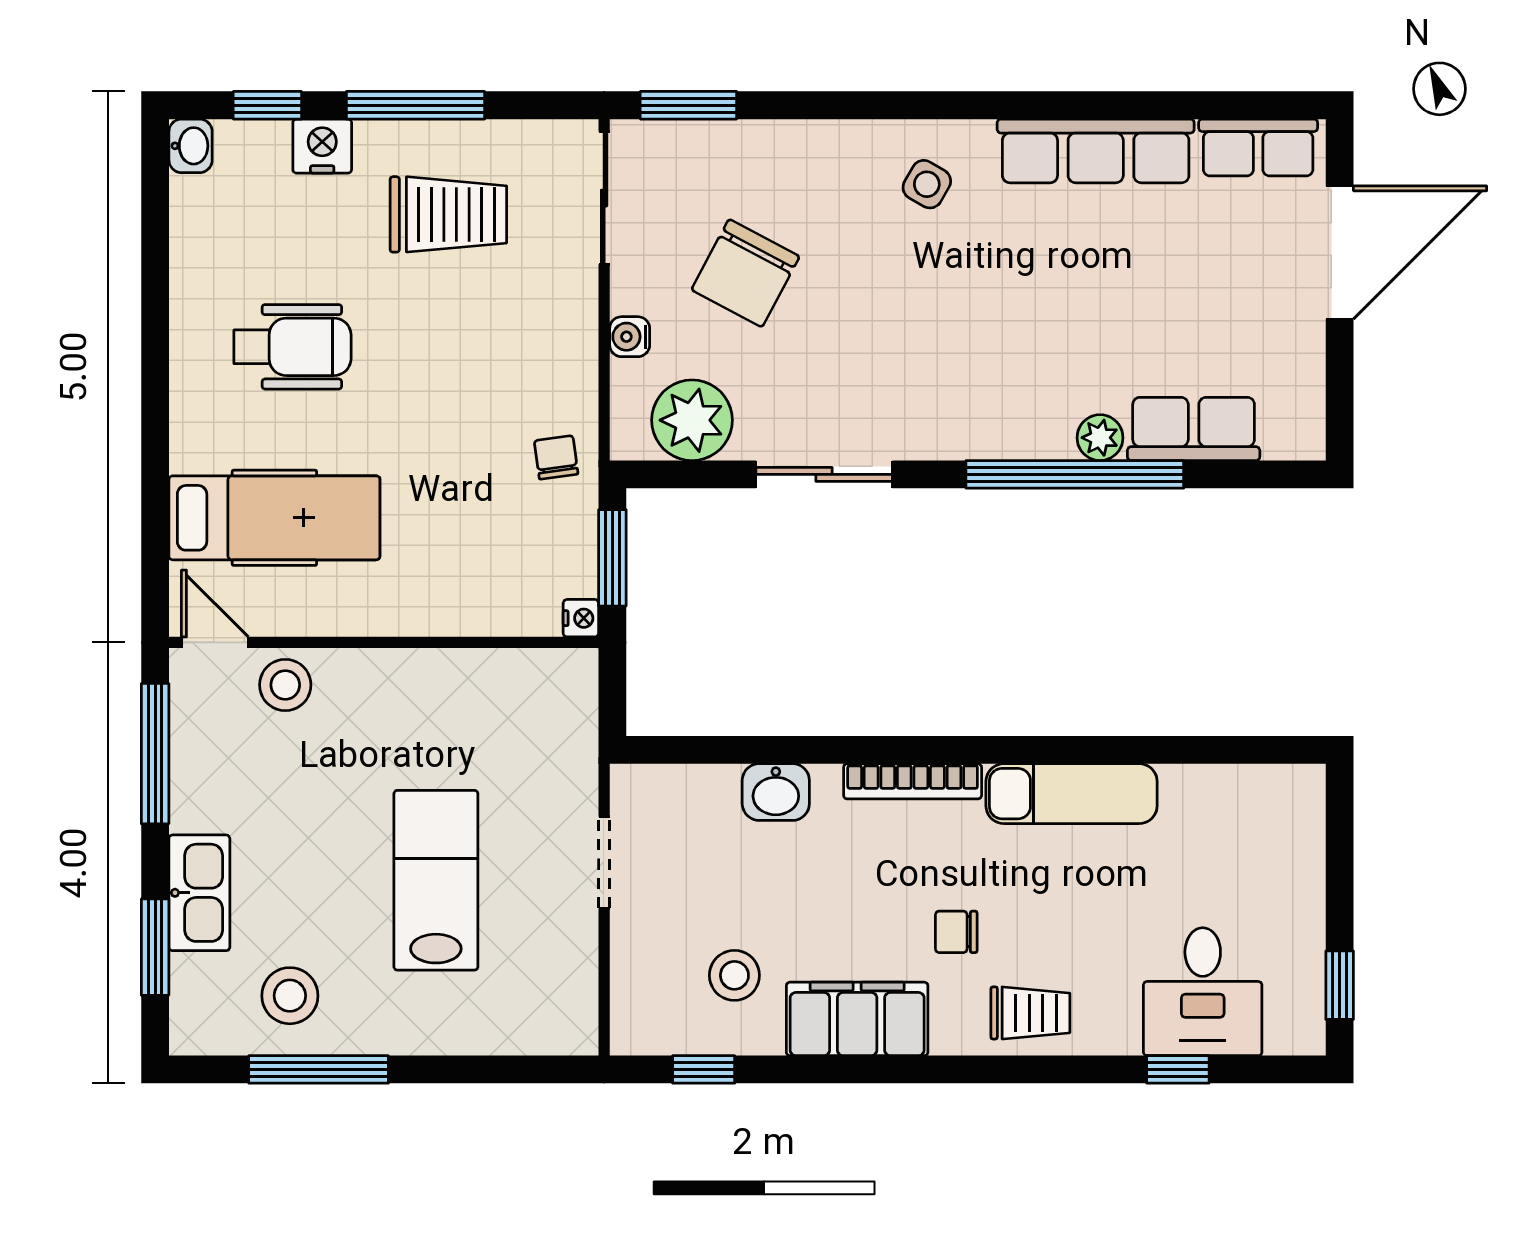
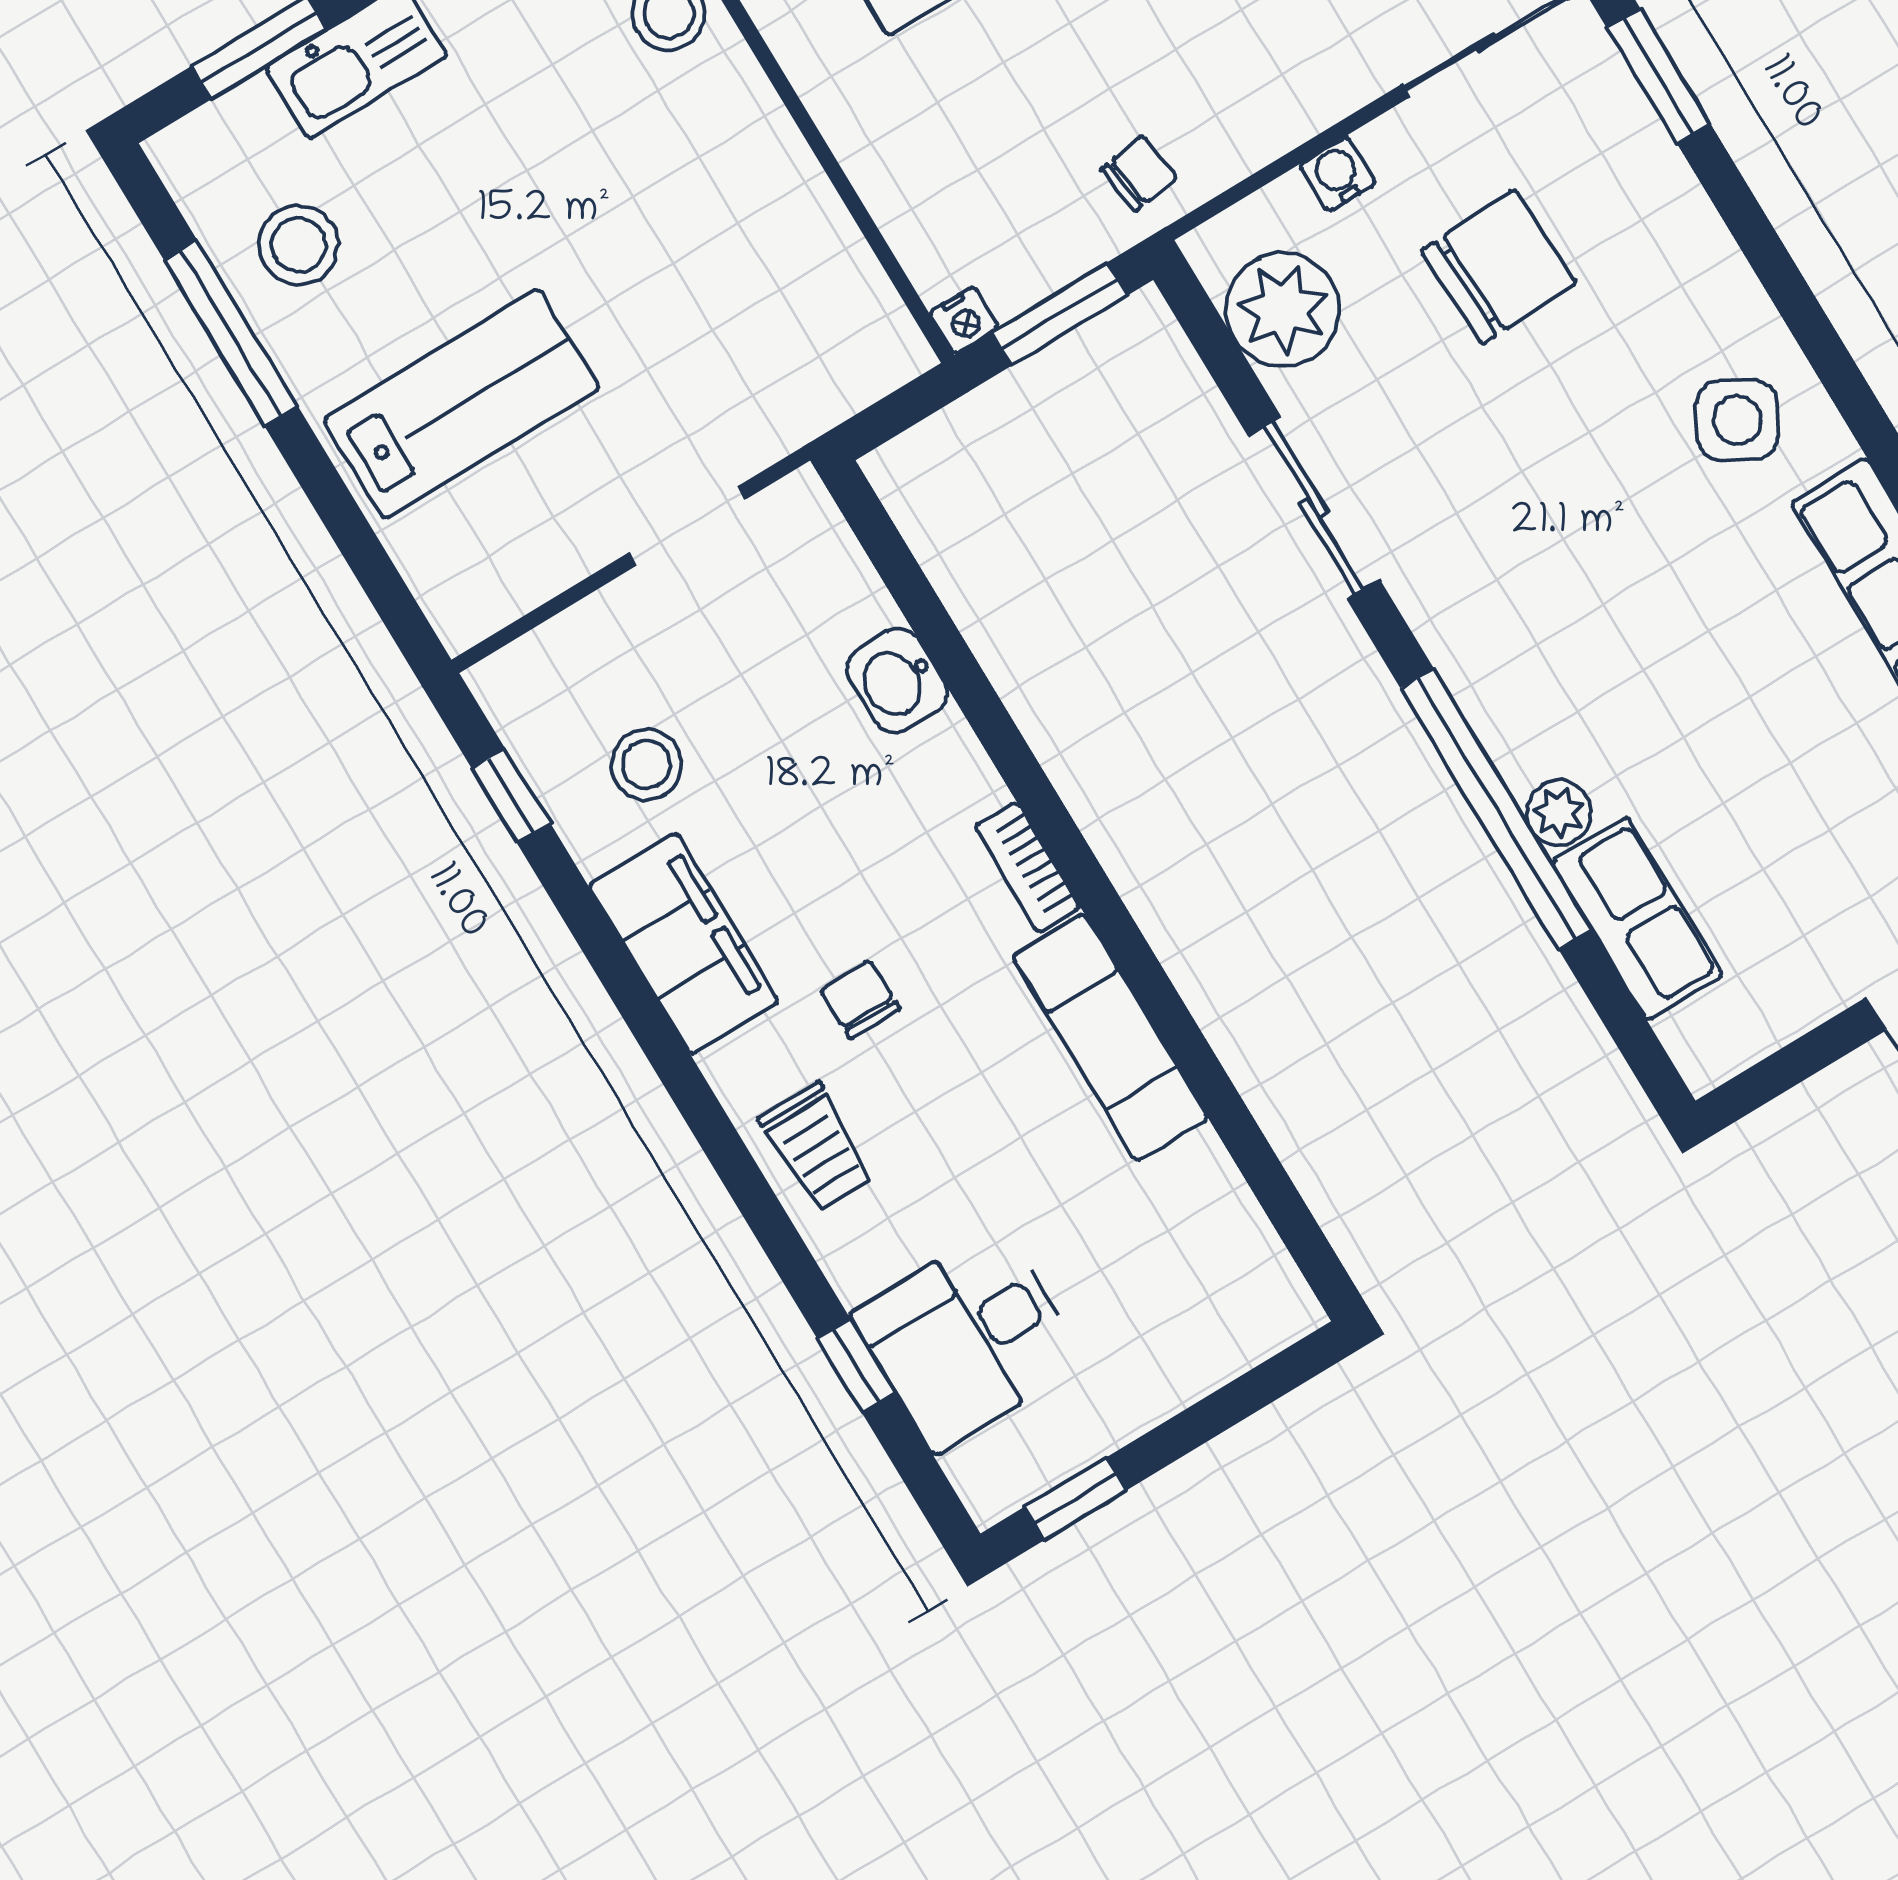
side table: (927, 184) -> (1737, 420), width x1.37, depth x1.37
chair: (745, 273) -> (1498, 267), turned 150
bookcase: (913, 781) -> (1027, 867), width x0.64
lab bench: (436, 880) -> (462, 404), moved

